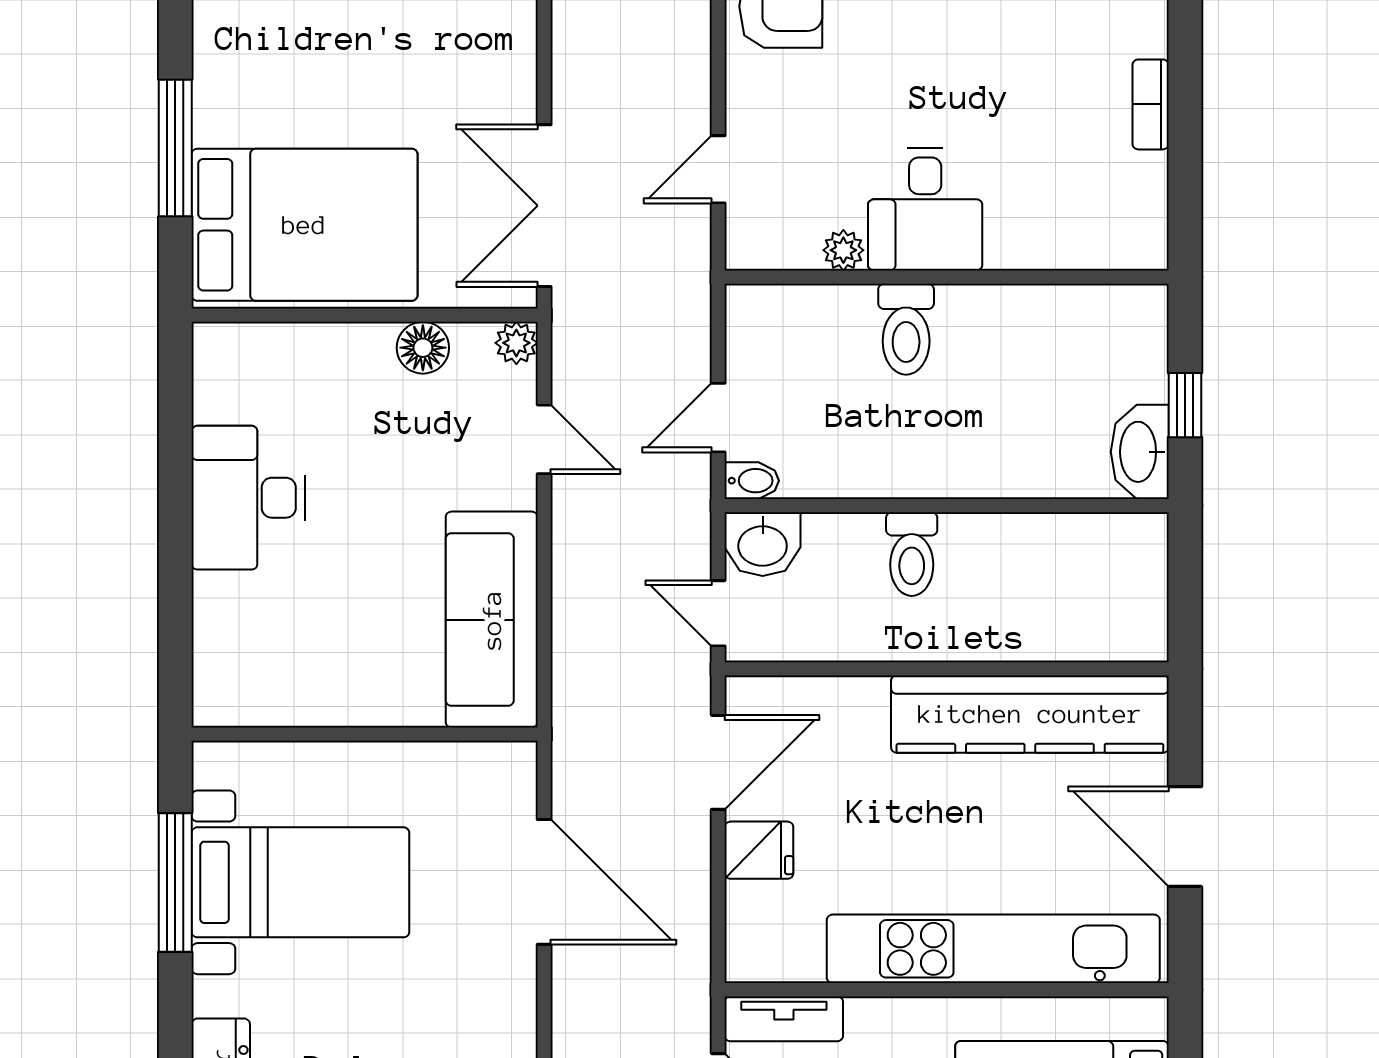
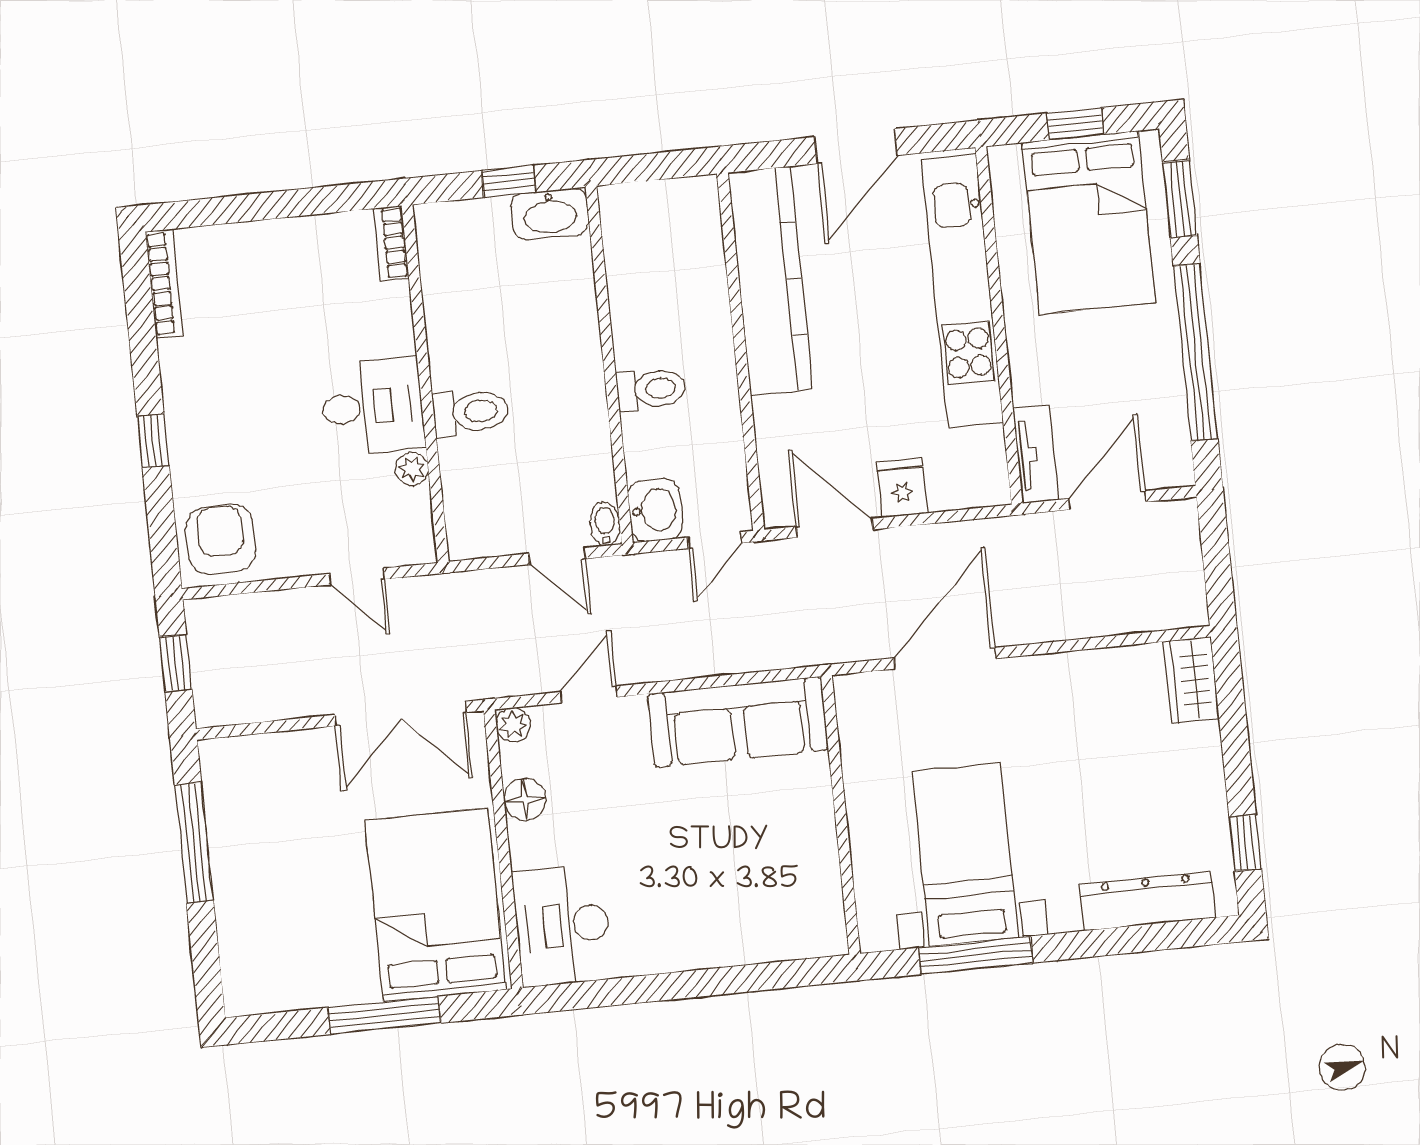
bookcase: (1151, 104) -> (391, 243), moved, turned 90
desk: (248, 498) -> (563, 925), moved, turned 90

